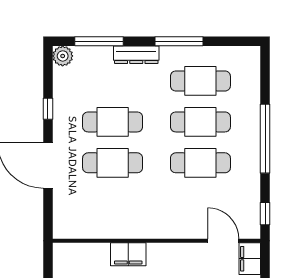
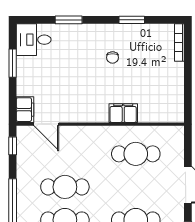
cafe table: (113, 163) -> (136, 154), moved

